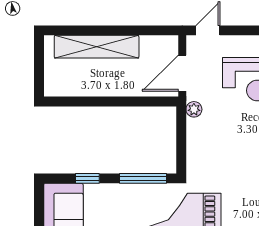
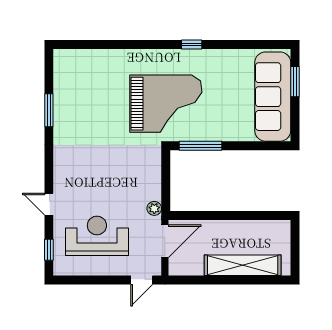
window: (87, 178) -> (251, 146), removed

